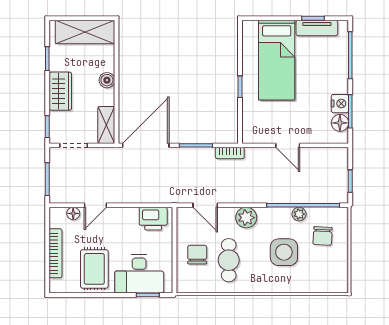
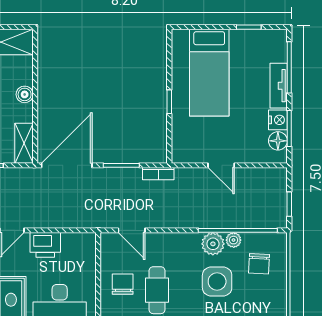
tv unit: (317, 28) -> (279, 86), moved, turned 90
plant: (246, 218) -> (213, 244), moved
printer: (153, 219) -> (45, 245), moved

